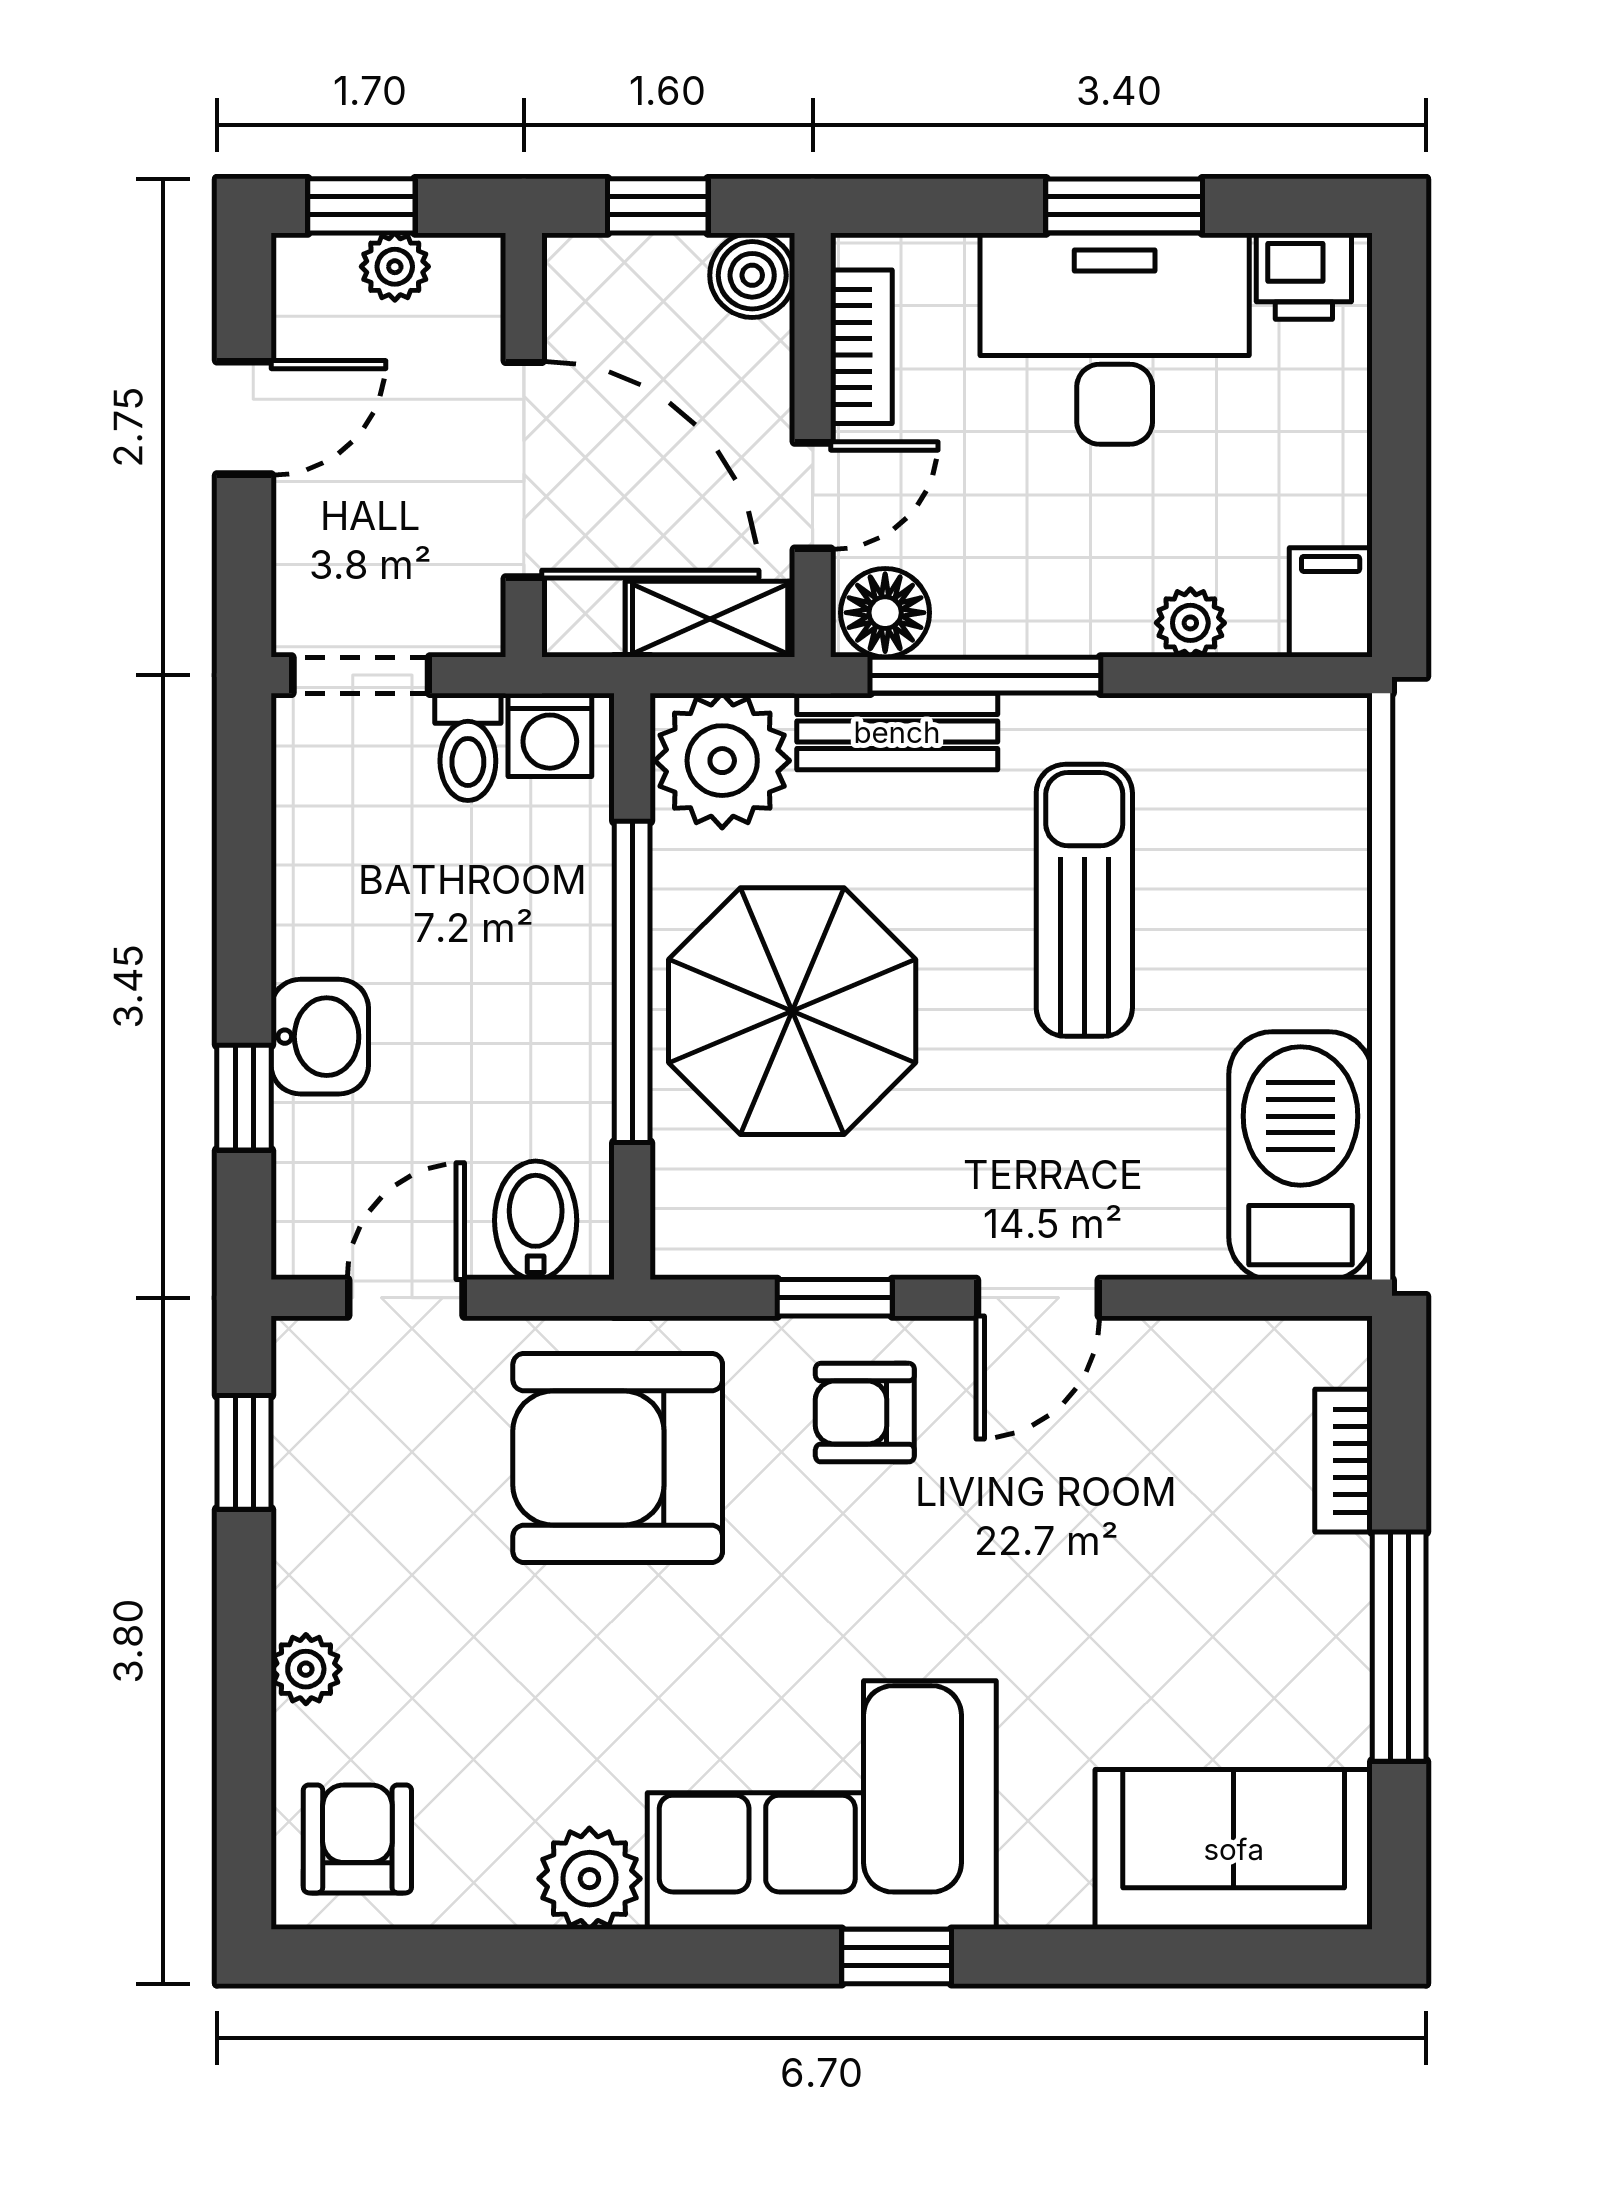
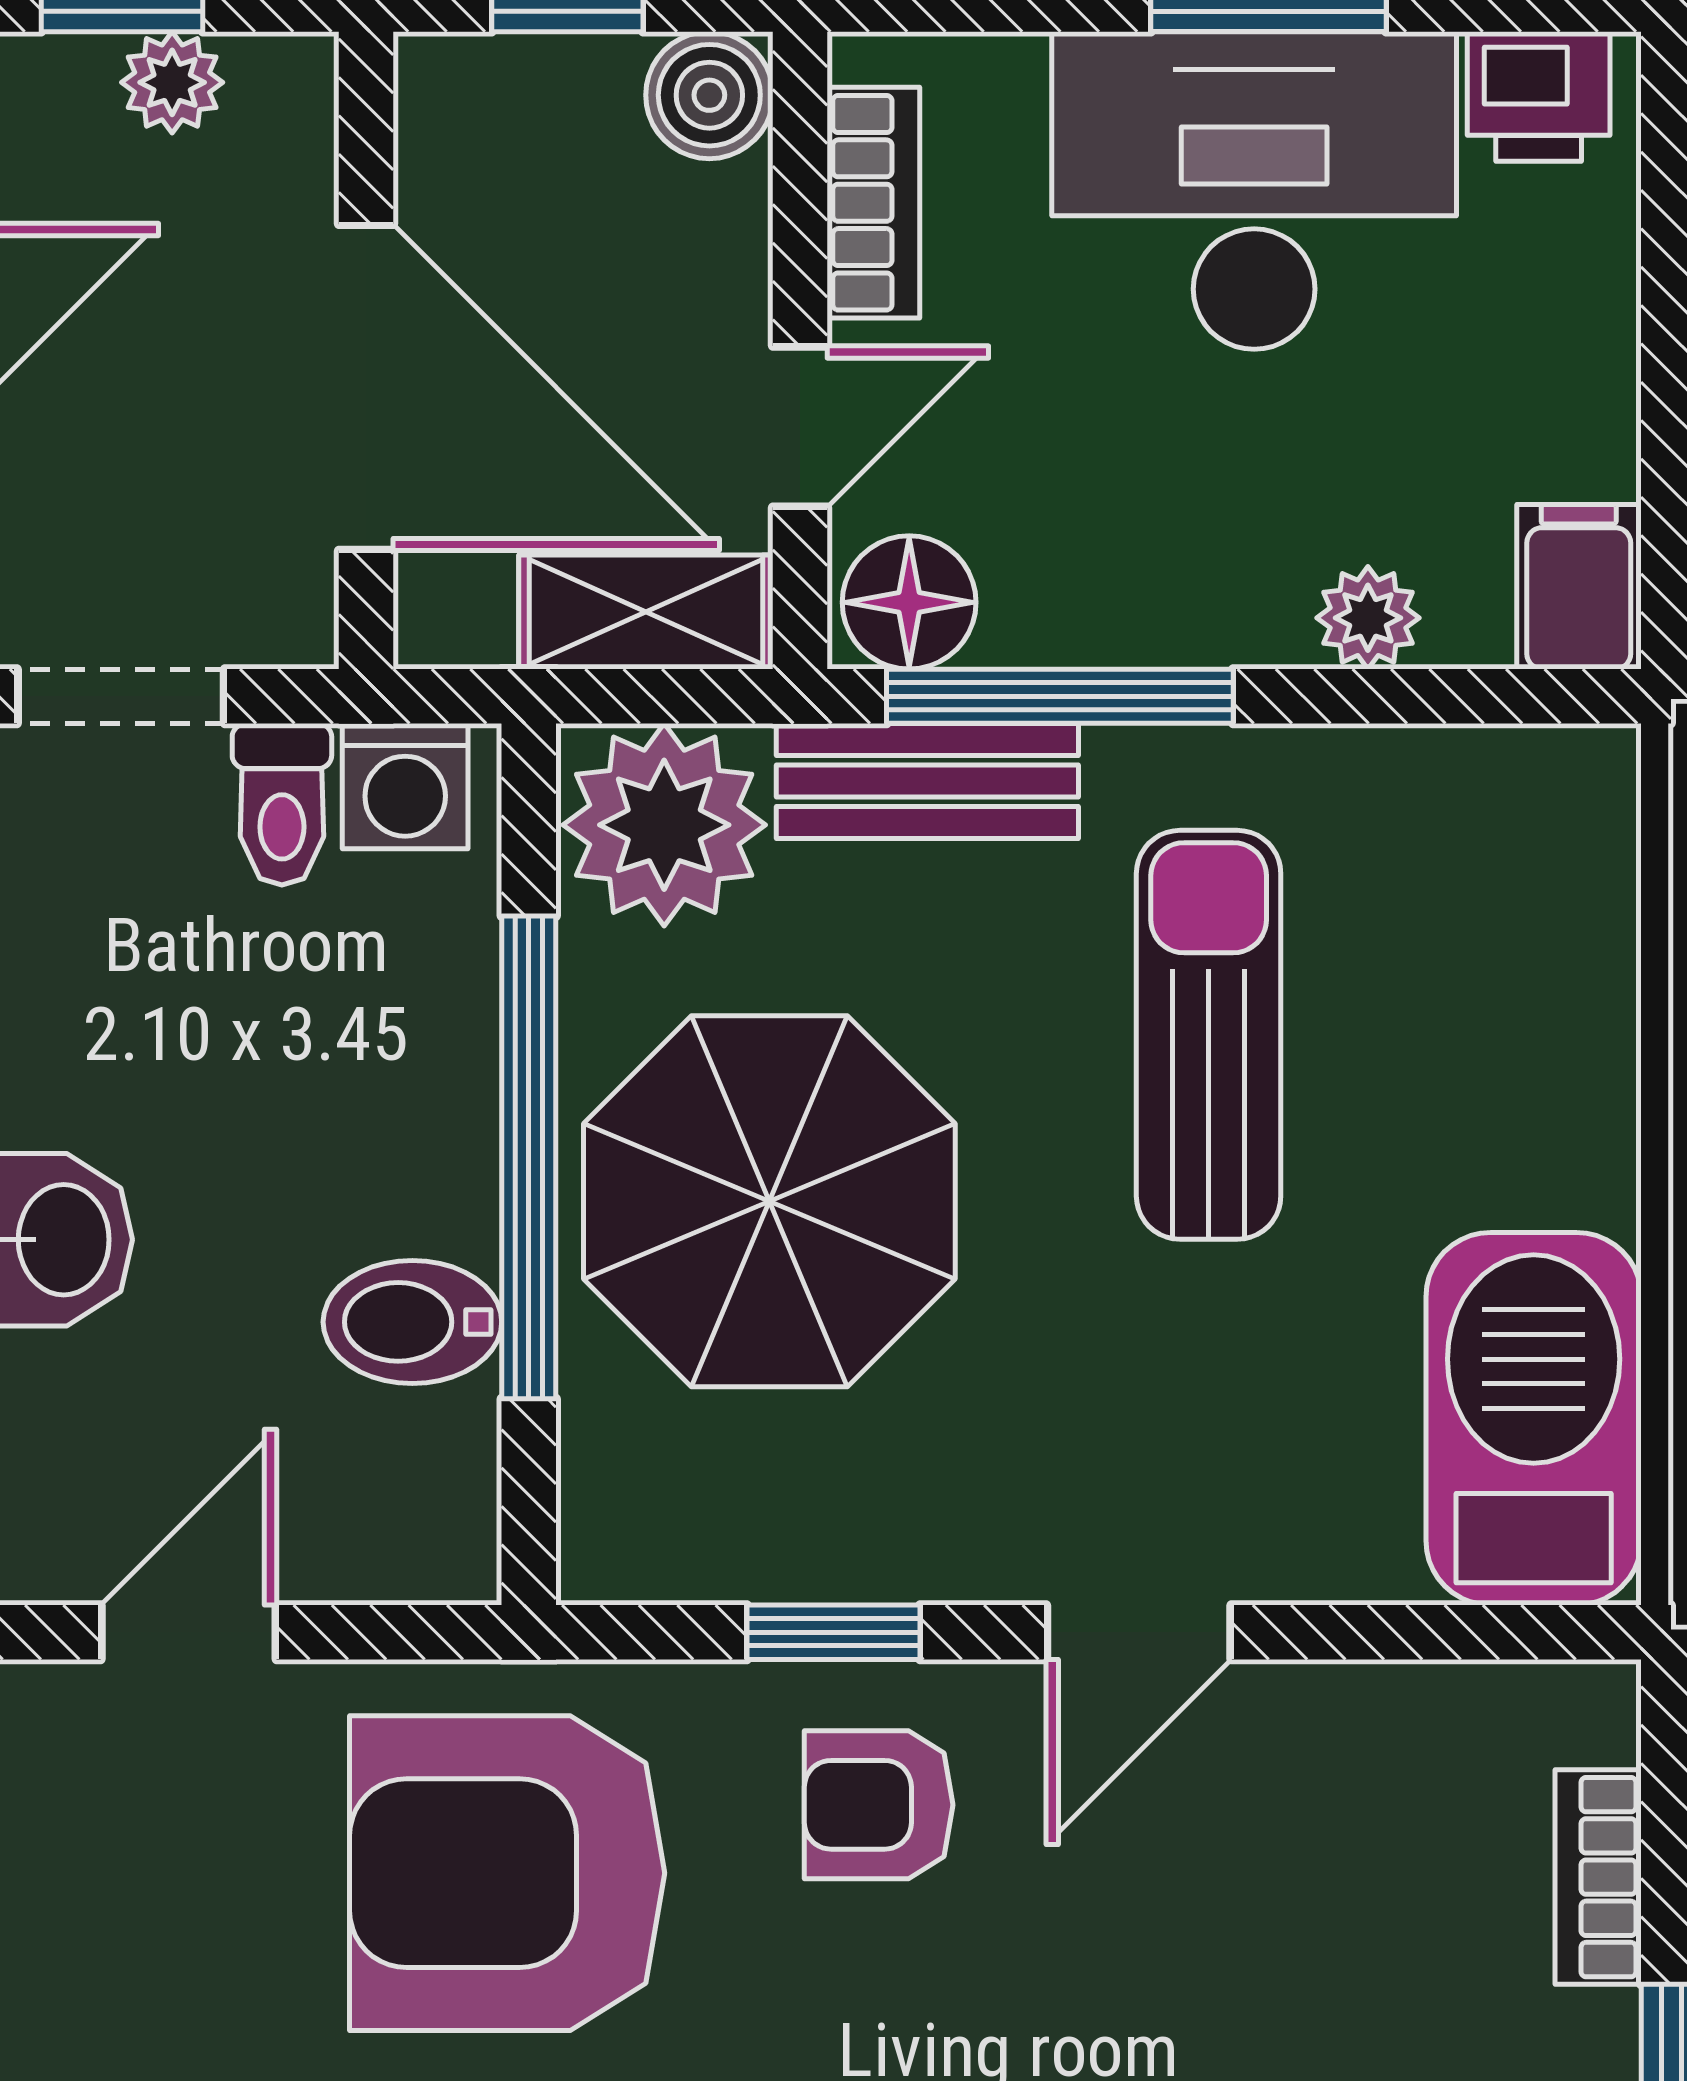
bidet: (536, 1220) -> (412, 1322), moved, turned -90

